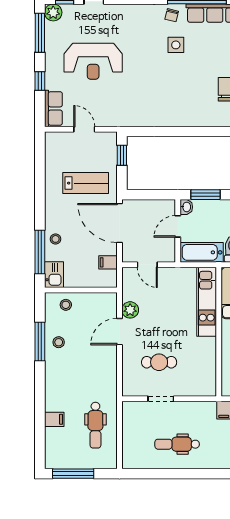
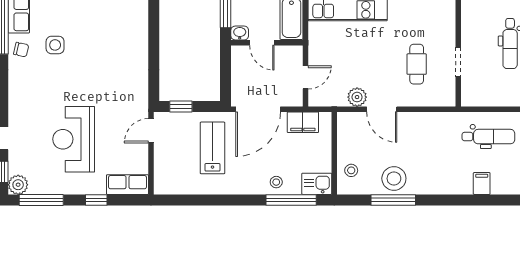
reception desk: (93, 61) -> (74, 139), turned 180
door: (84, 129) -> (151, 131), moved
filing cabinet: (108, 262) -> (303, 122), width x2.00
stool: (59, 342) -> (394, 178), width x1.89, depth x1.89

